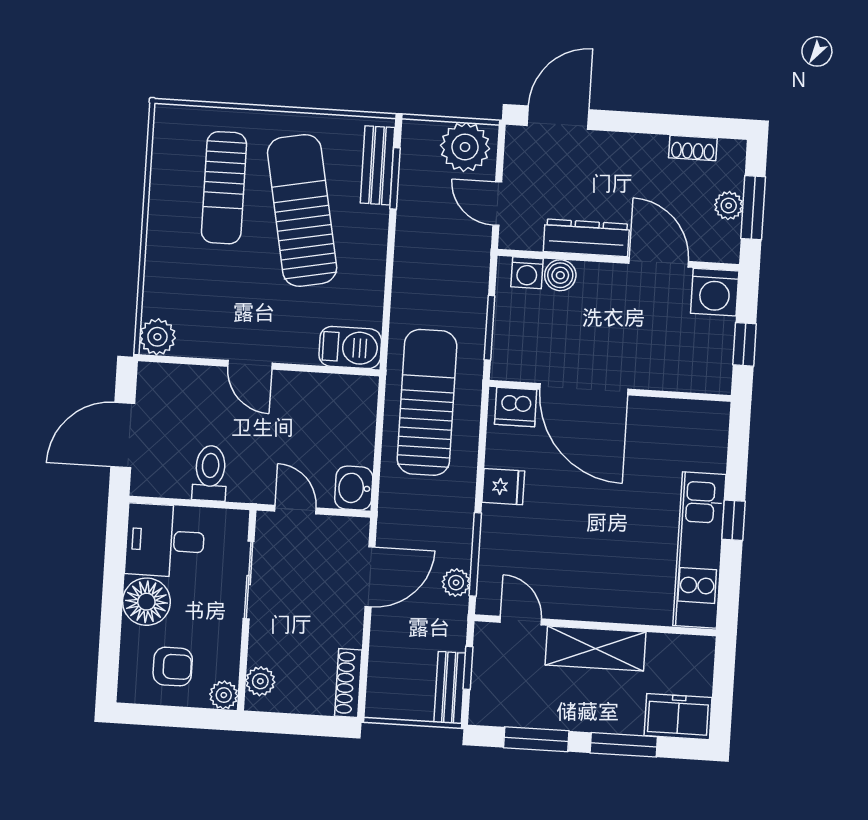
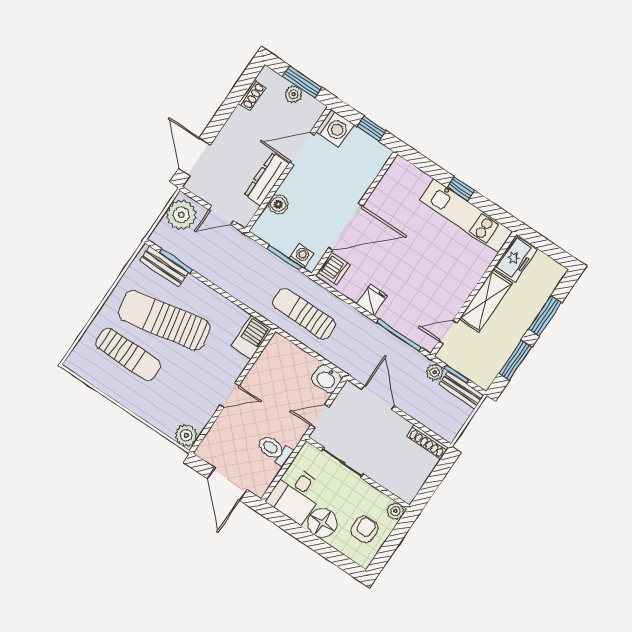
washing machine: (527, 273) -> (301, 256), moved, turned -90
sun lounger: (427, 402) -> (304, 314), width x0.73, depth x0.75
plant: (456, 583) -> (435, 372), moved
plant: (260, 681) -> (399, 488), removed
freezer: (678, 717) -> (515, 259), moved, turned 180

